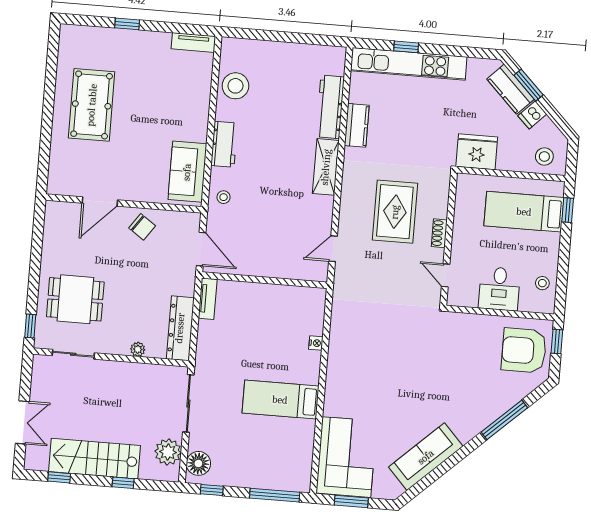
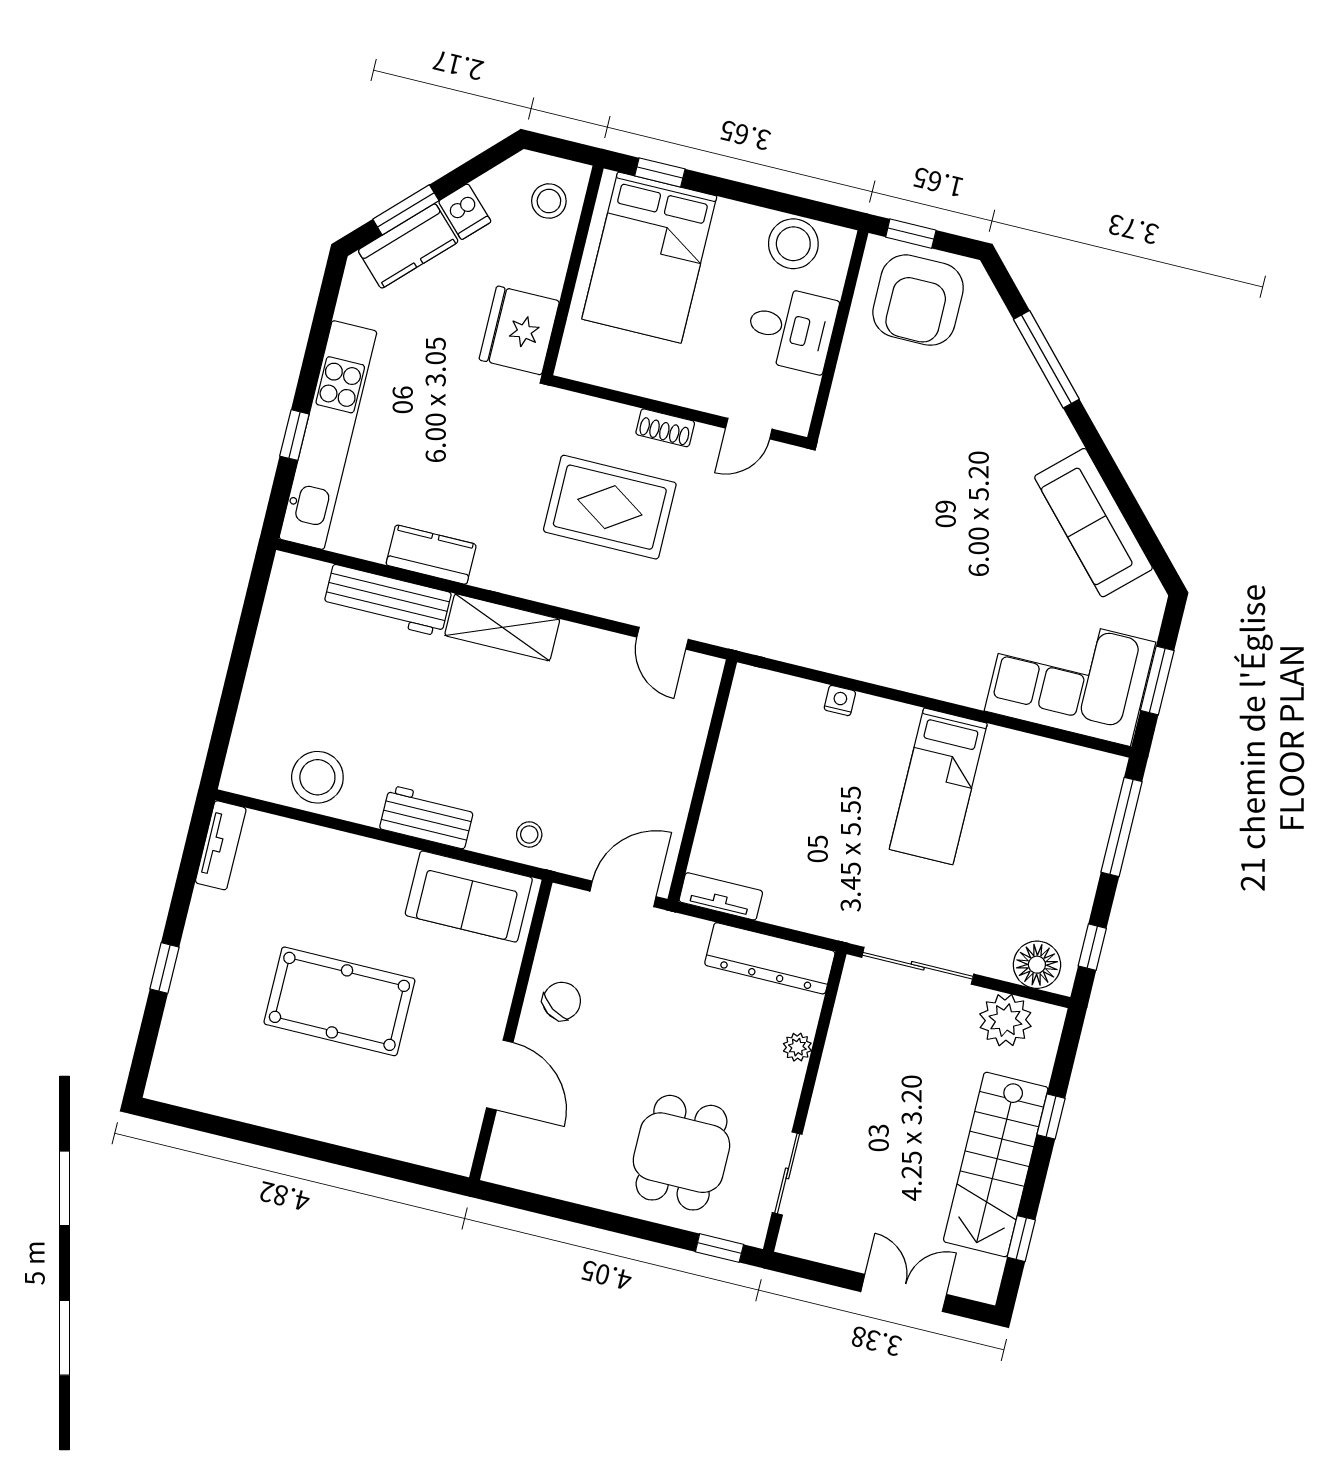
pool table: (92, 105) -> (339, 1001), moved
bed: (524, 212) -> (649, 258), width x1.50
stool: (542, 283) -> (793, 244), width x1.89, depth x1.89

